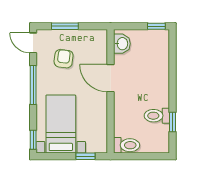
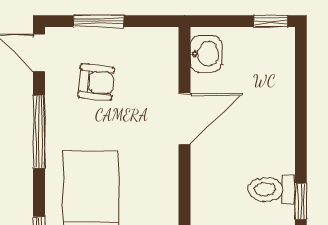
armchair: (64, 59) -> (96, 82), turned 88
door: (111, 78) -> (184, 119), swing flipped

